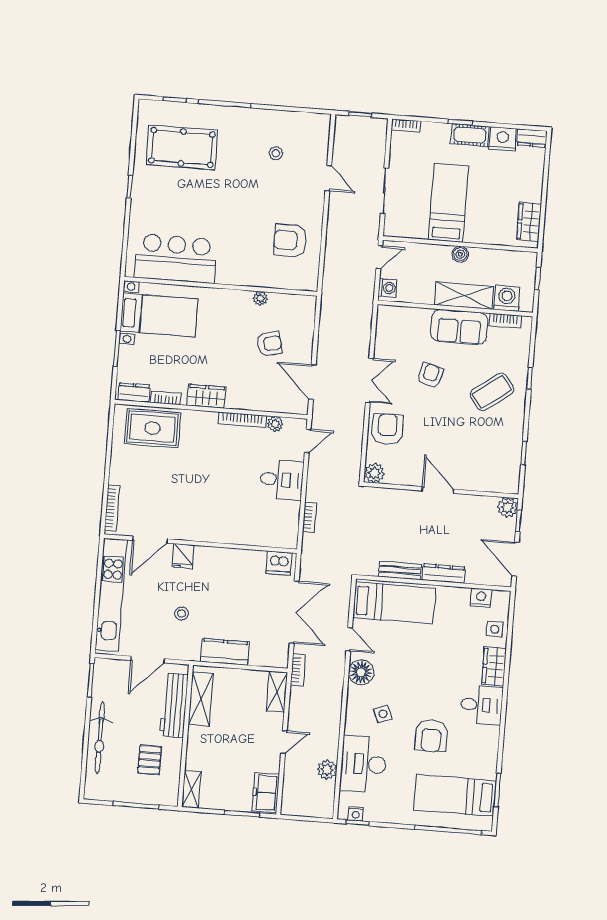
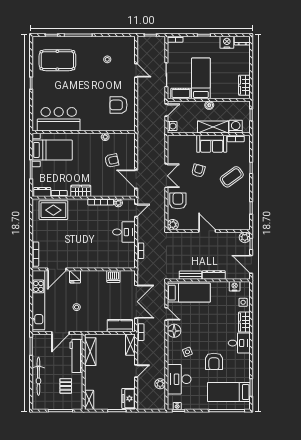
cot: (470, 135) -> (181, 93), moved
dishwasher: (279, 563) -> (113, 276), moved
kitchen counter: (225, 652) -> (120, 326), moved

